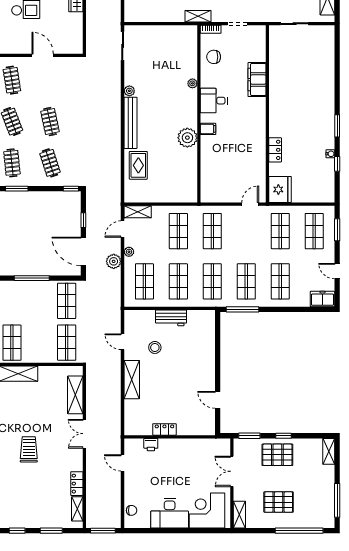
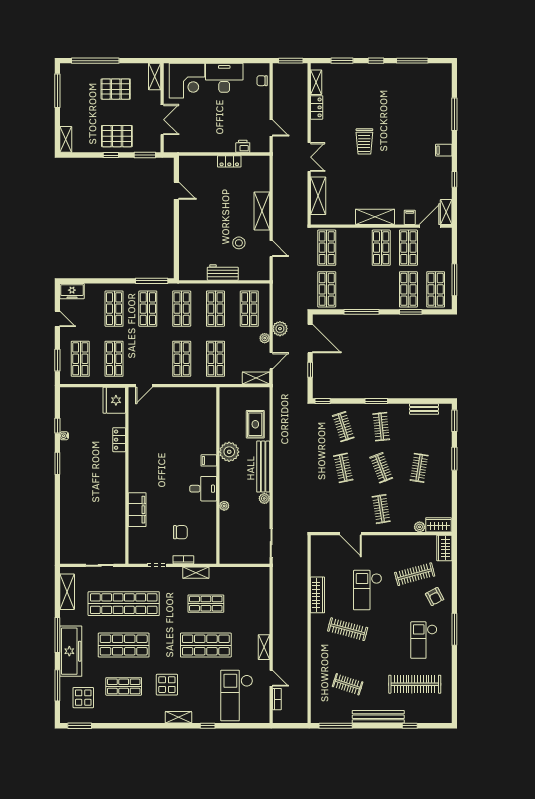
plant: (192, 83) -> (224, 506), moved
desk: (214, 101) -> (203, 489), moved
wall: (199, 114) -> (218, 475), moved
filing cabinet: (208, 129) -> (209, 460), moved
plant: (187, 138) -> (229, 452), moved

